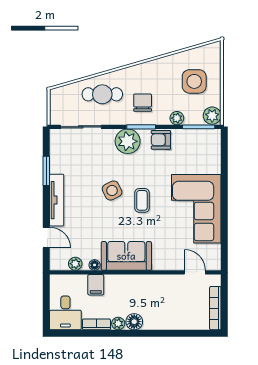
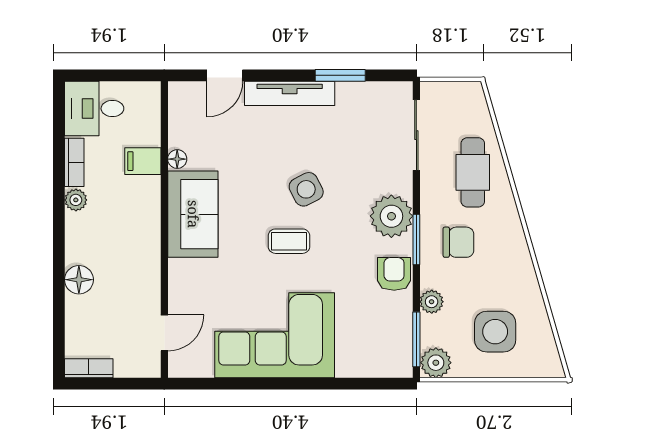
plant: (75, 264) -> (179, 126), removed
bookcase: (215, 308) -> (89, 368), width x0.64
floor lamp: (134, 322) -> (79, 280), moved

